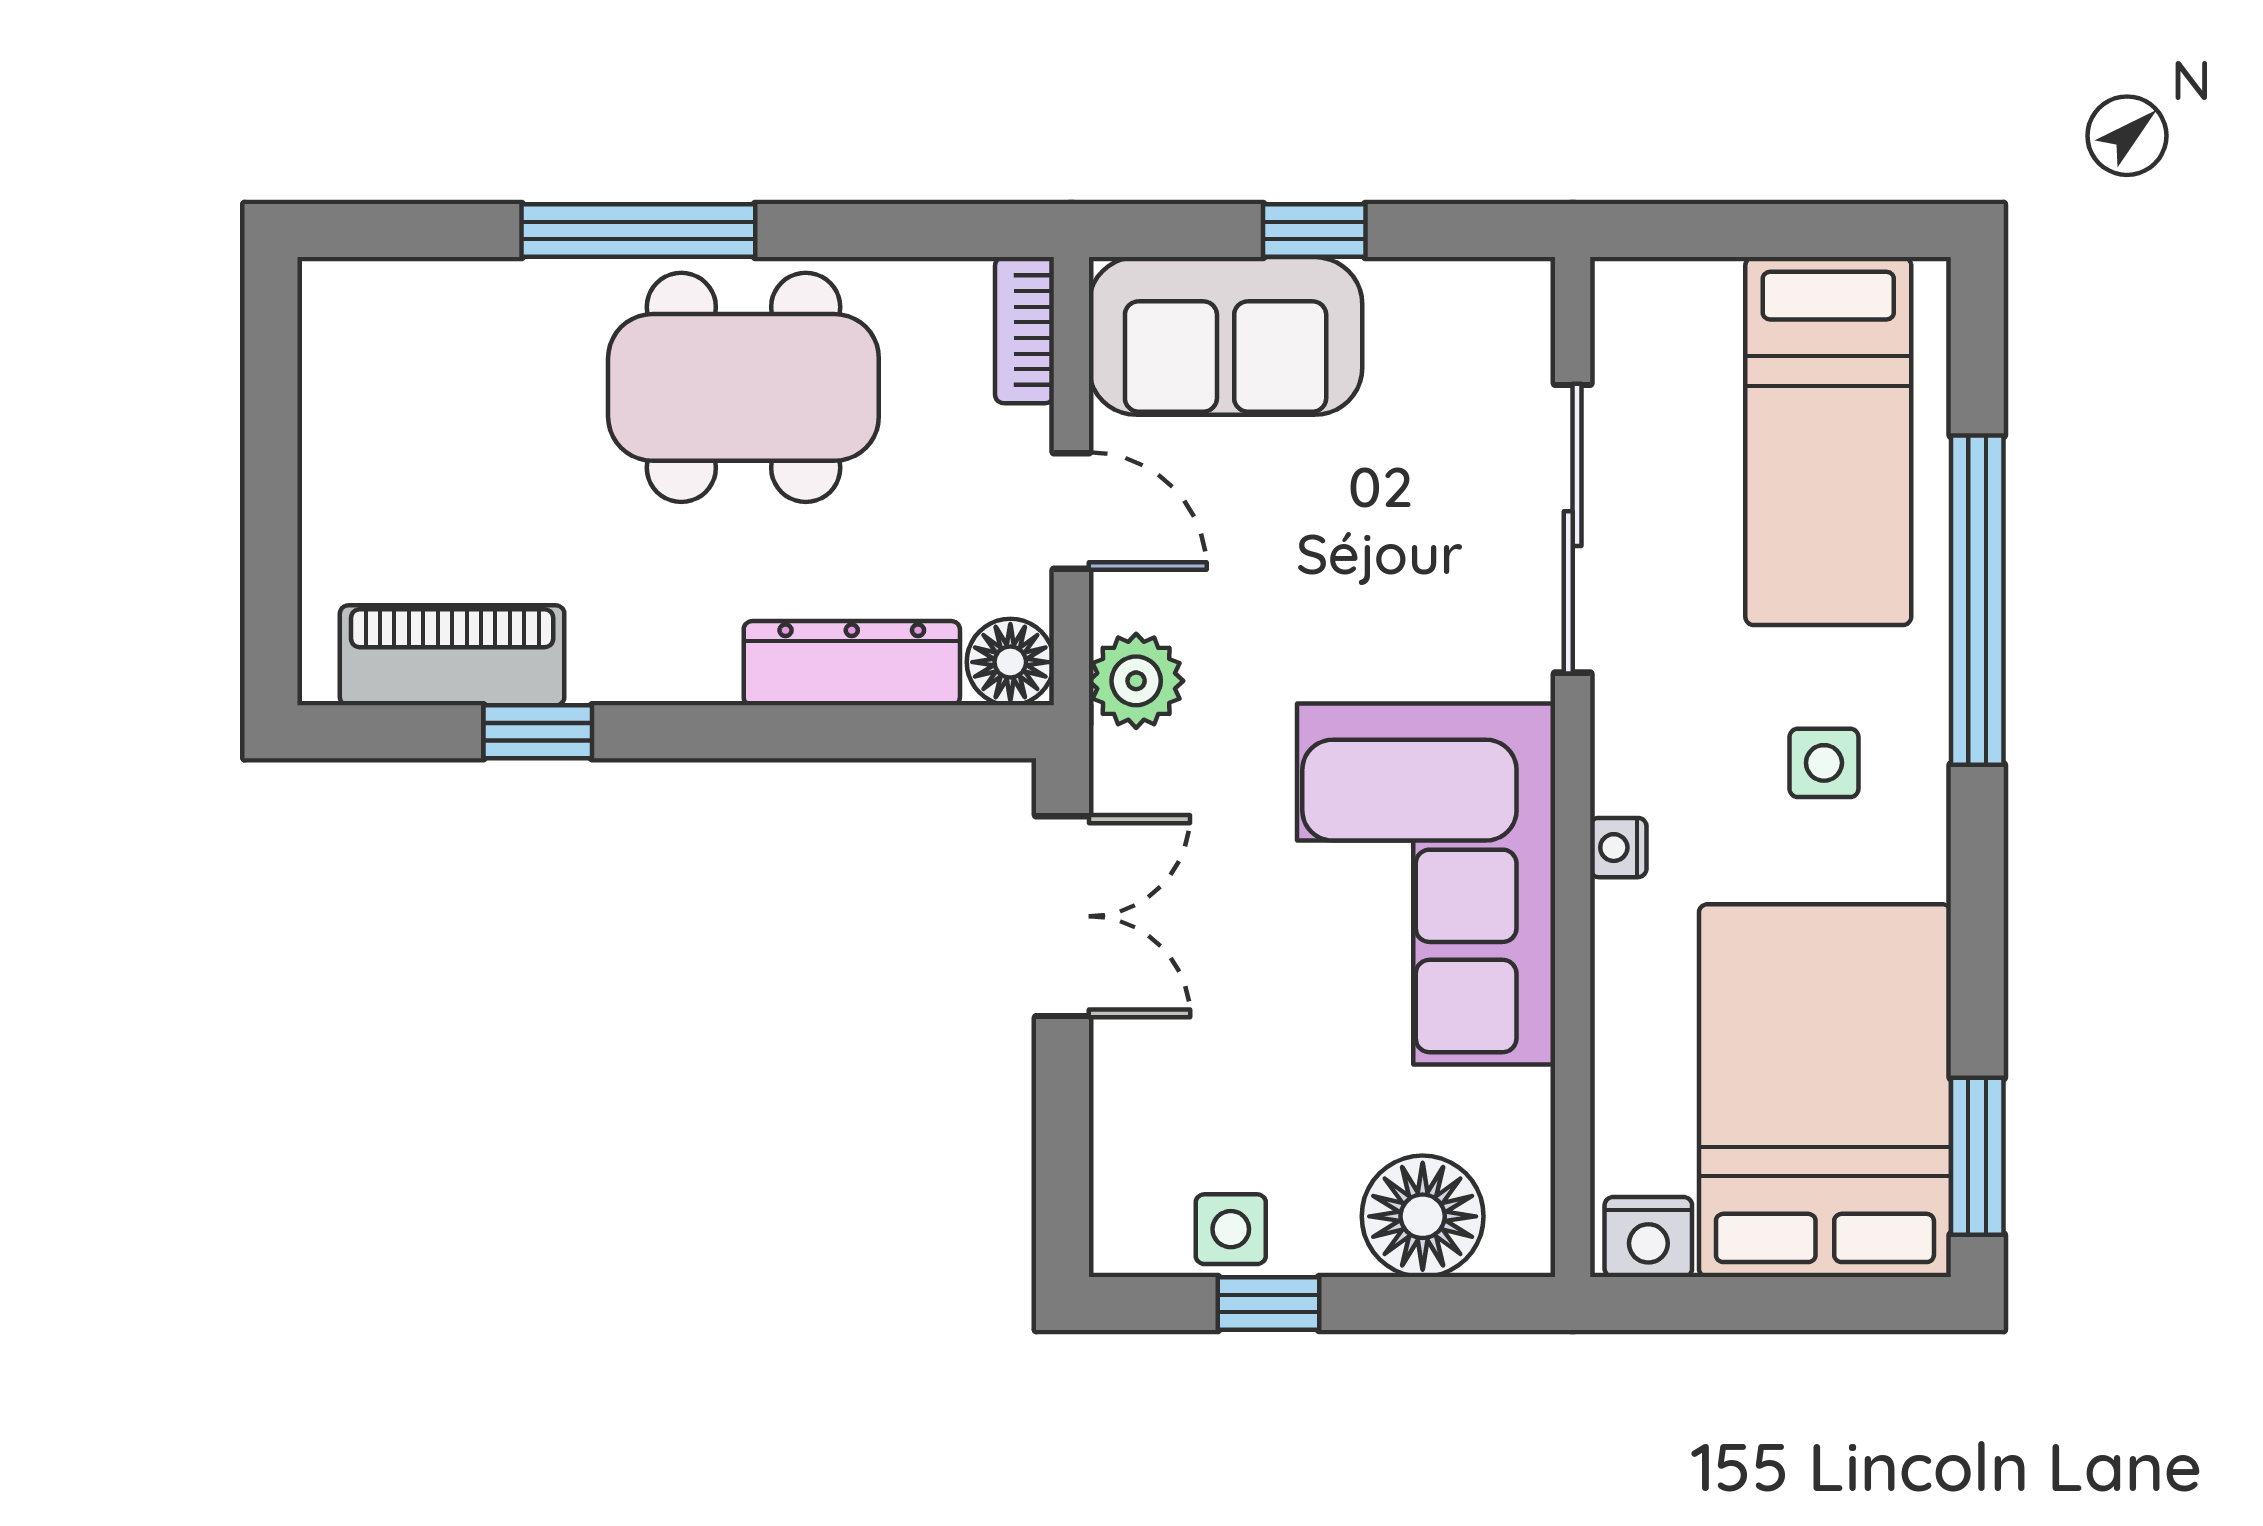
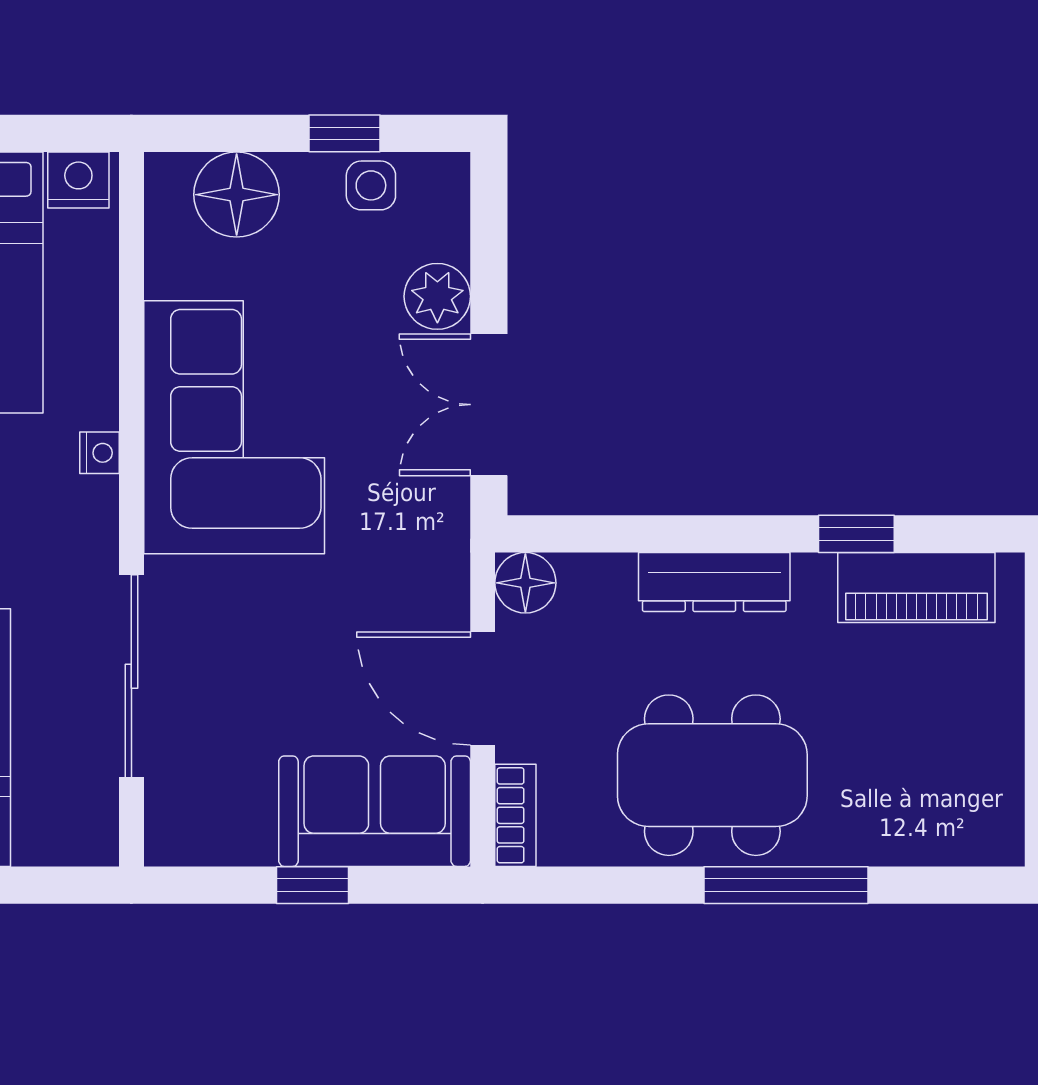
door: (1071, 511) -> (483, 689), width x1.38
dresser: (852, 663) -> (714, 582), moved
plant: (1136, 681) -> (437, 296), moved

